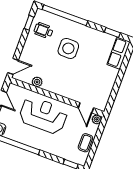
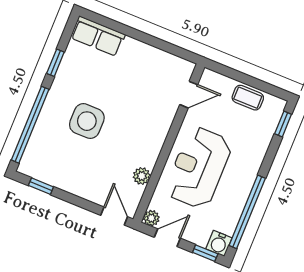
wheelchair: (43, 31) -> (55, 162), removed
window: (112, 33) -> (55, 63), moved
plant: (97, 119) -> (151, 218), moved

